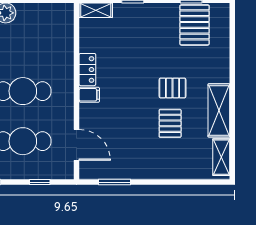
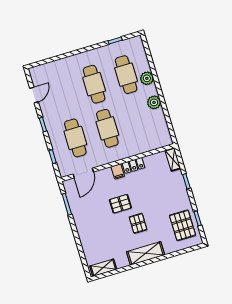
pallet: (195, 25) -> (182, 225), turned 90
shelving: (219, 110) -> (146, 253), moved
pallet: (170, 123) -> (120, 204), moved

